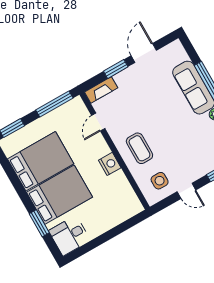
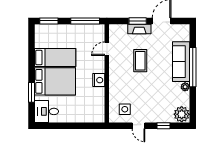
fireplace: (101, 90) -> (139, 29), moved
coffee table: (139, 148) -> (140, 61), moved
bed: (41, 161) -> (55, 58), width x0.67

